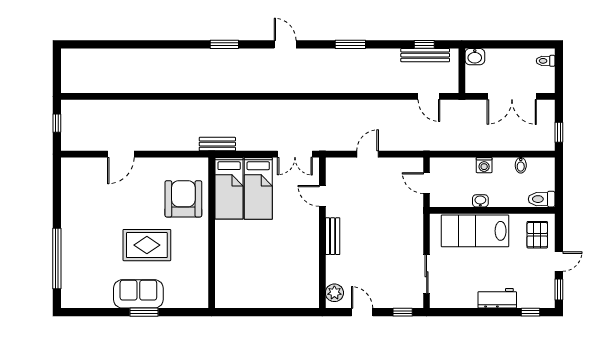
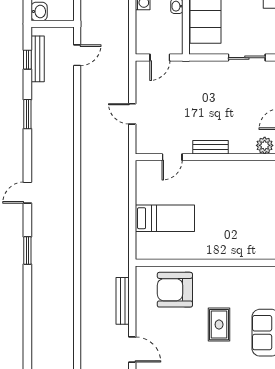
window: (350, 44) -> (27, 114), moved
bench: (217, 144) -> (123, 301), moved, width x1.36
double door: (295, 154) -> (132, 183), removed
bed: (229, 188) -> (165, 246), removed
rug: (147, 245) -> (219, 325), width x0.73, depth x0.70

